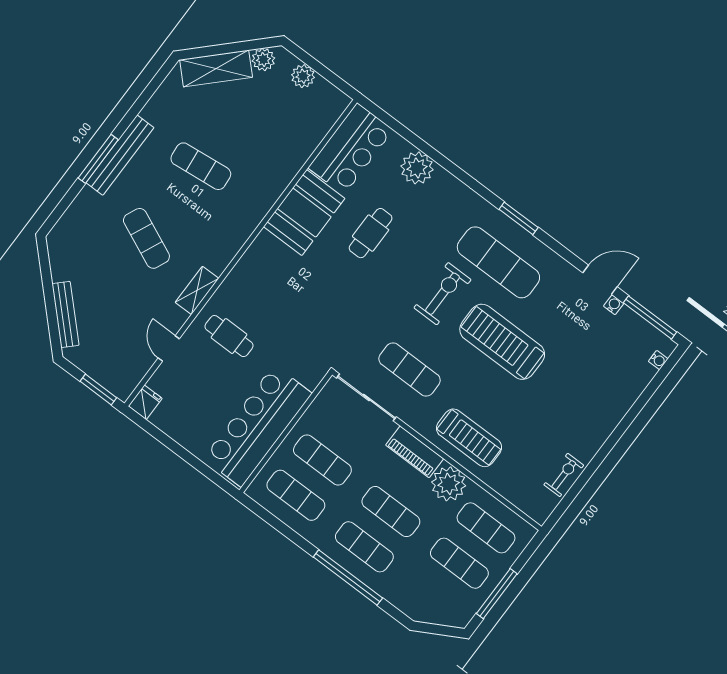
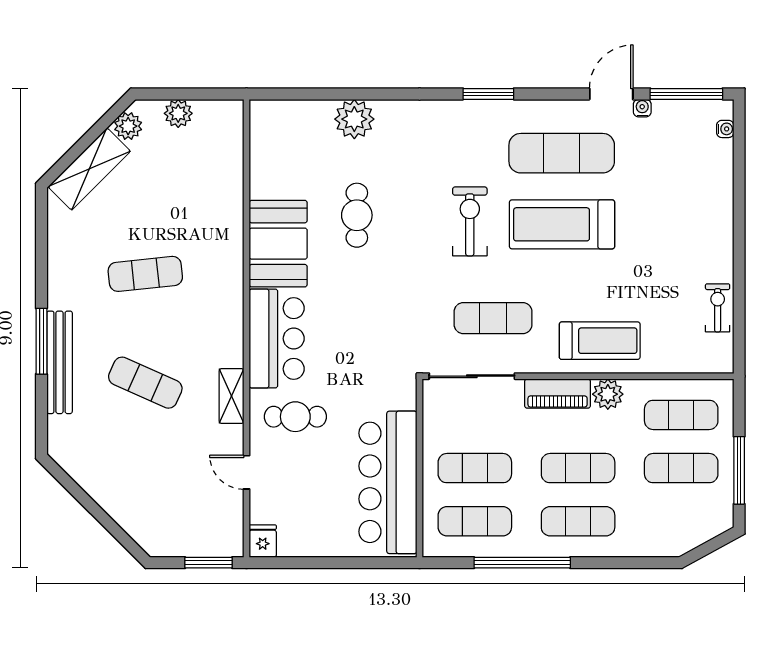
bar counter: (351, 149) -> (277, 338), moved
bench: (120, 155) -> (60, 362), moved
exercise mat: (498, 262) -> (562, 153), moved
bench: (65, 314) -> (123, 514), removed
plant: (449, 484) -> (608, 394), width x0.73, depth x0.73
window: (348, 578) -> (522, 563), moved

